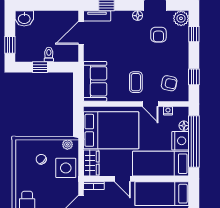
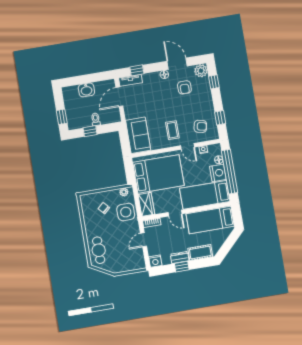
washbasin: (24, 18) -> (86, 90), moved

